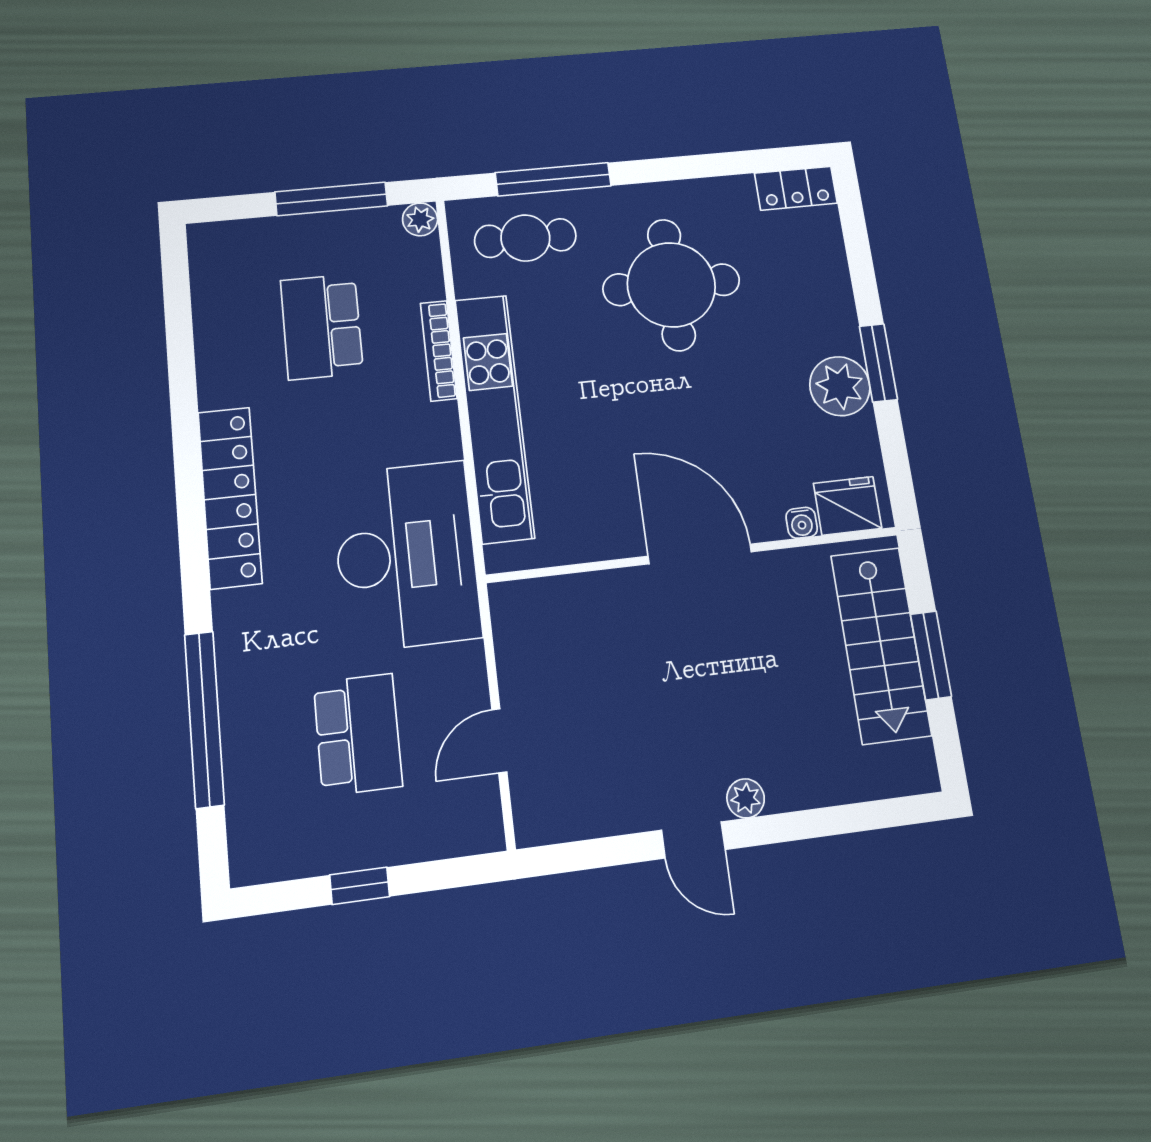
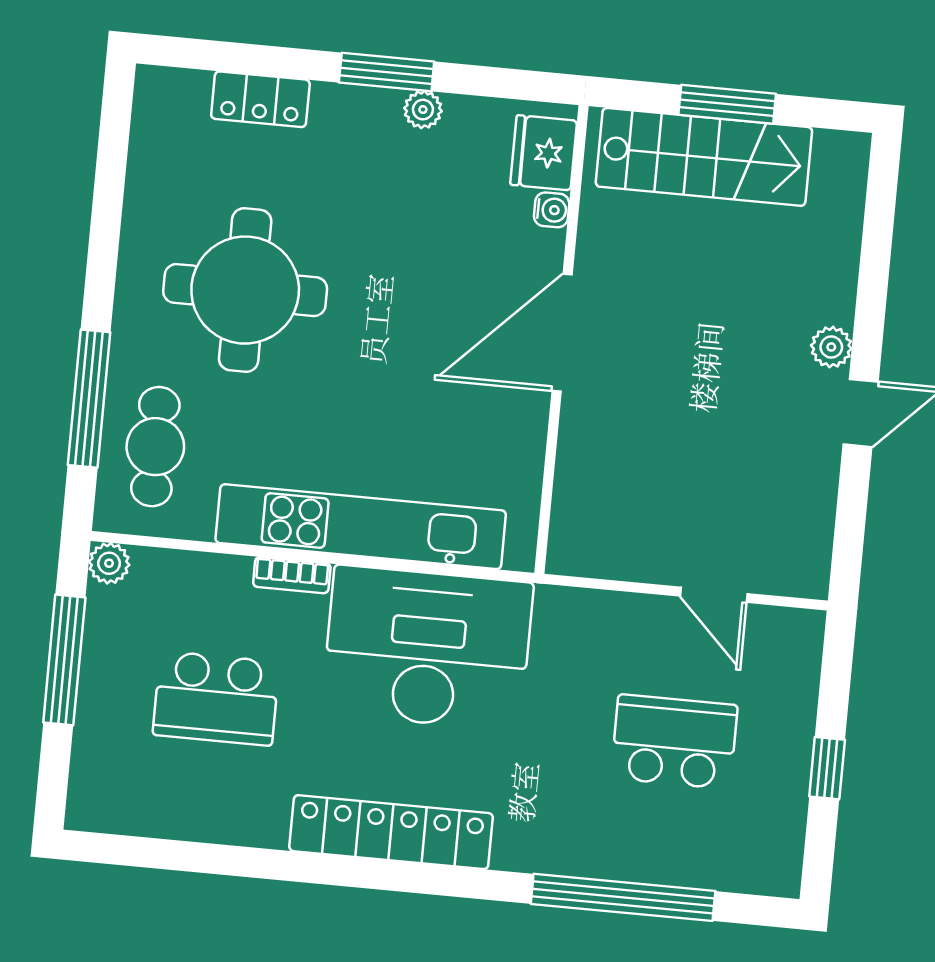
locker: (796, 188) -> (260, 99), moved, turned 90
bookcase: (439, 351) -> (292, 575), width x0.64
plant: (840, 386) -> (423, 110), width x0.53, depth x0.53
desk: (406, 555) -> (427, 648), moved

